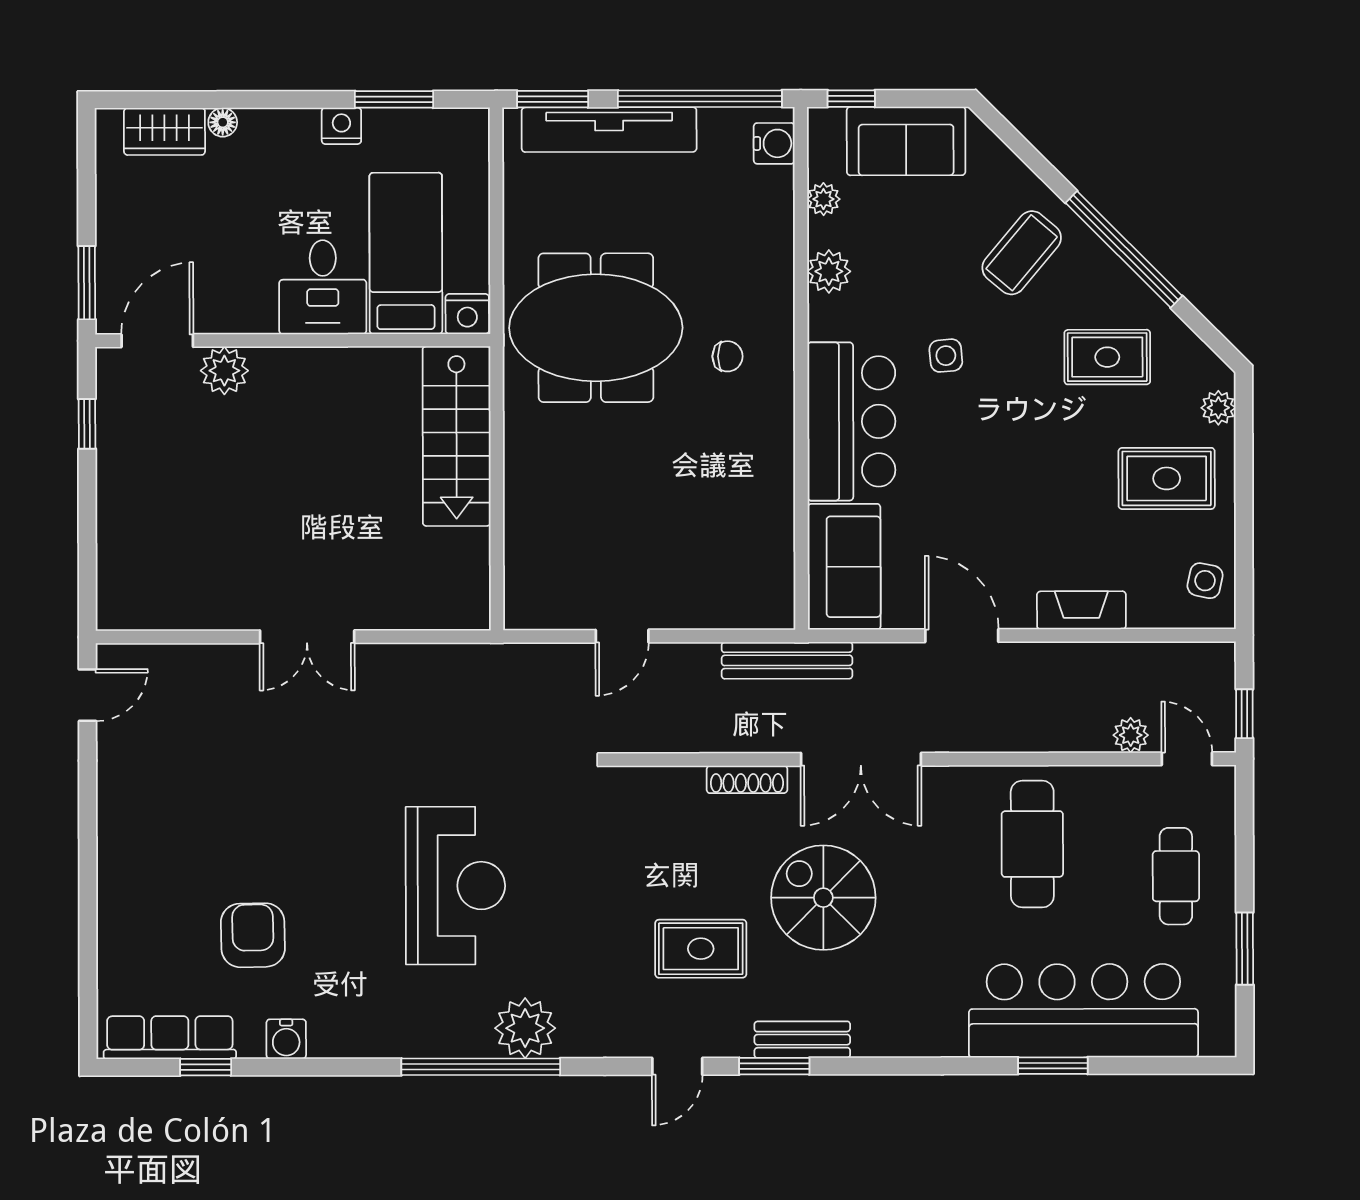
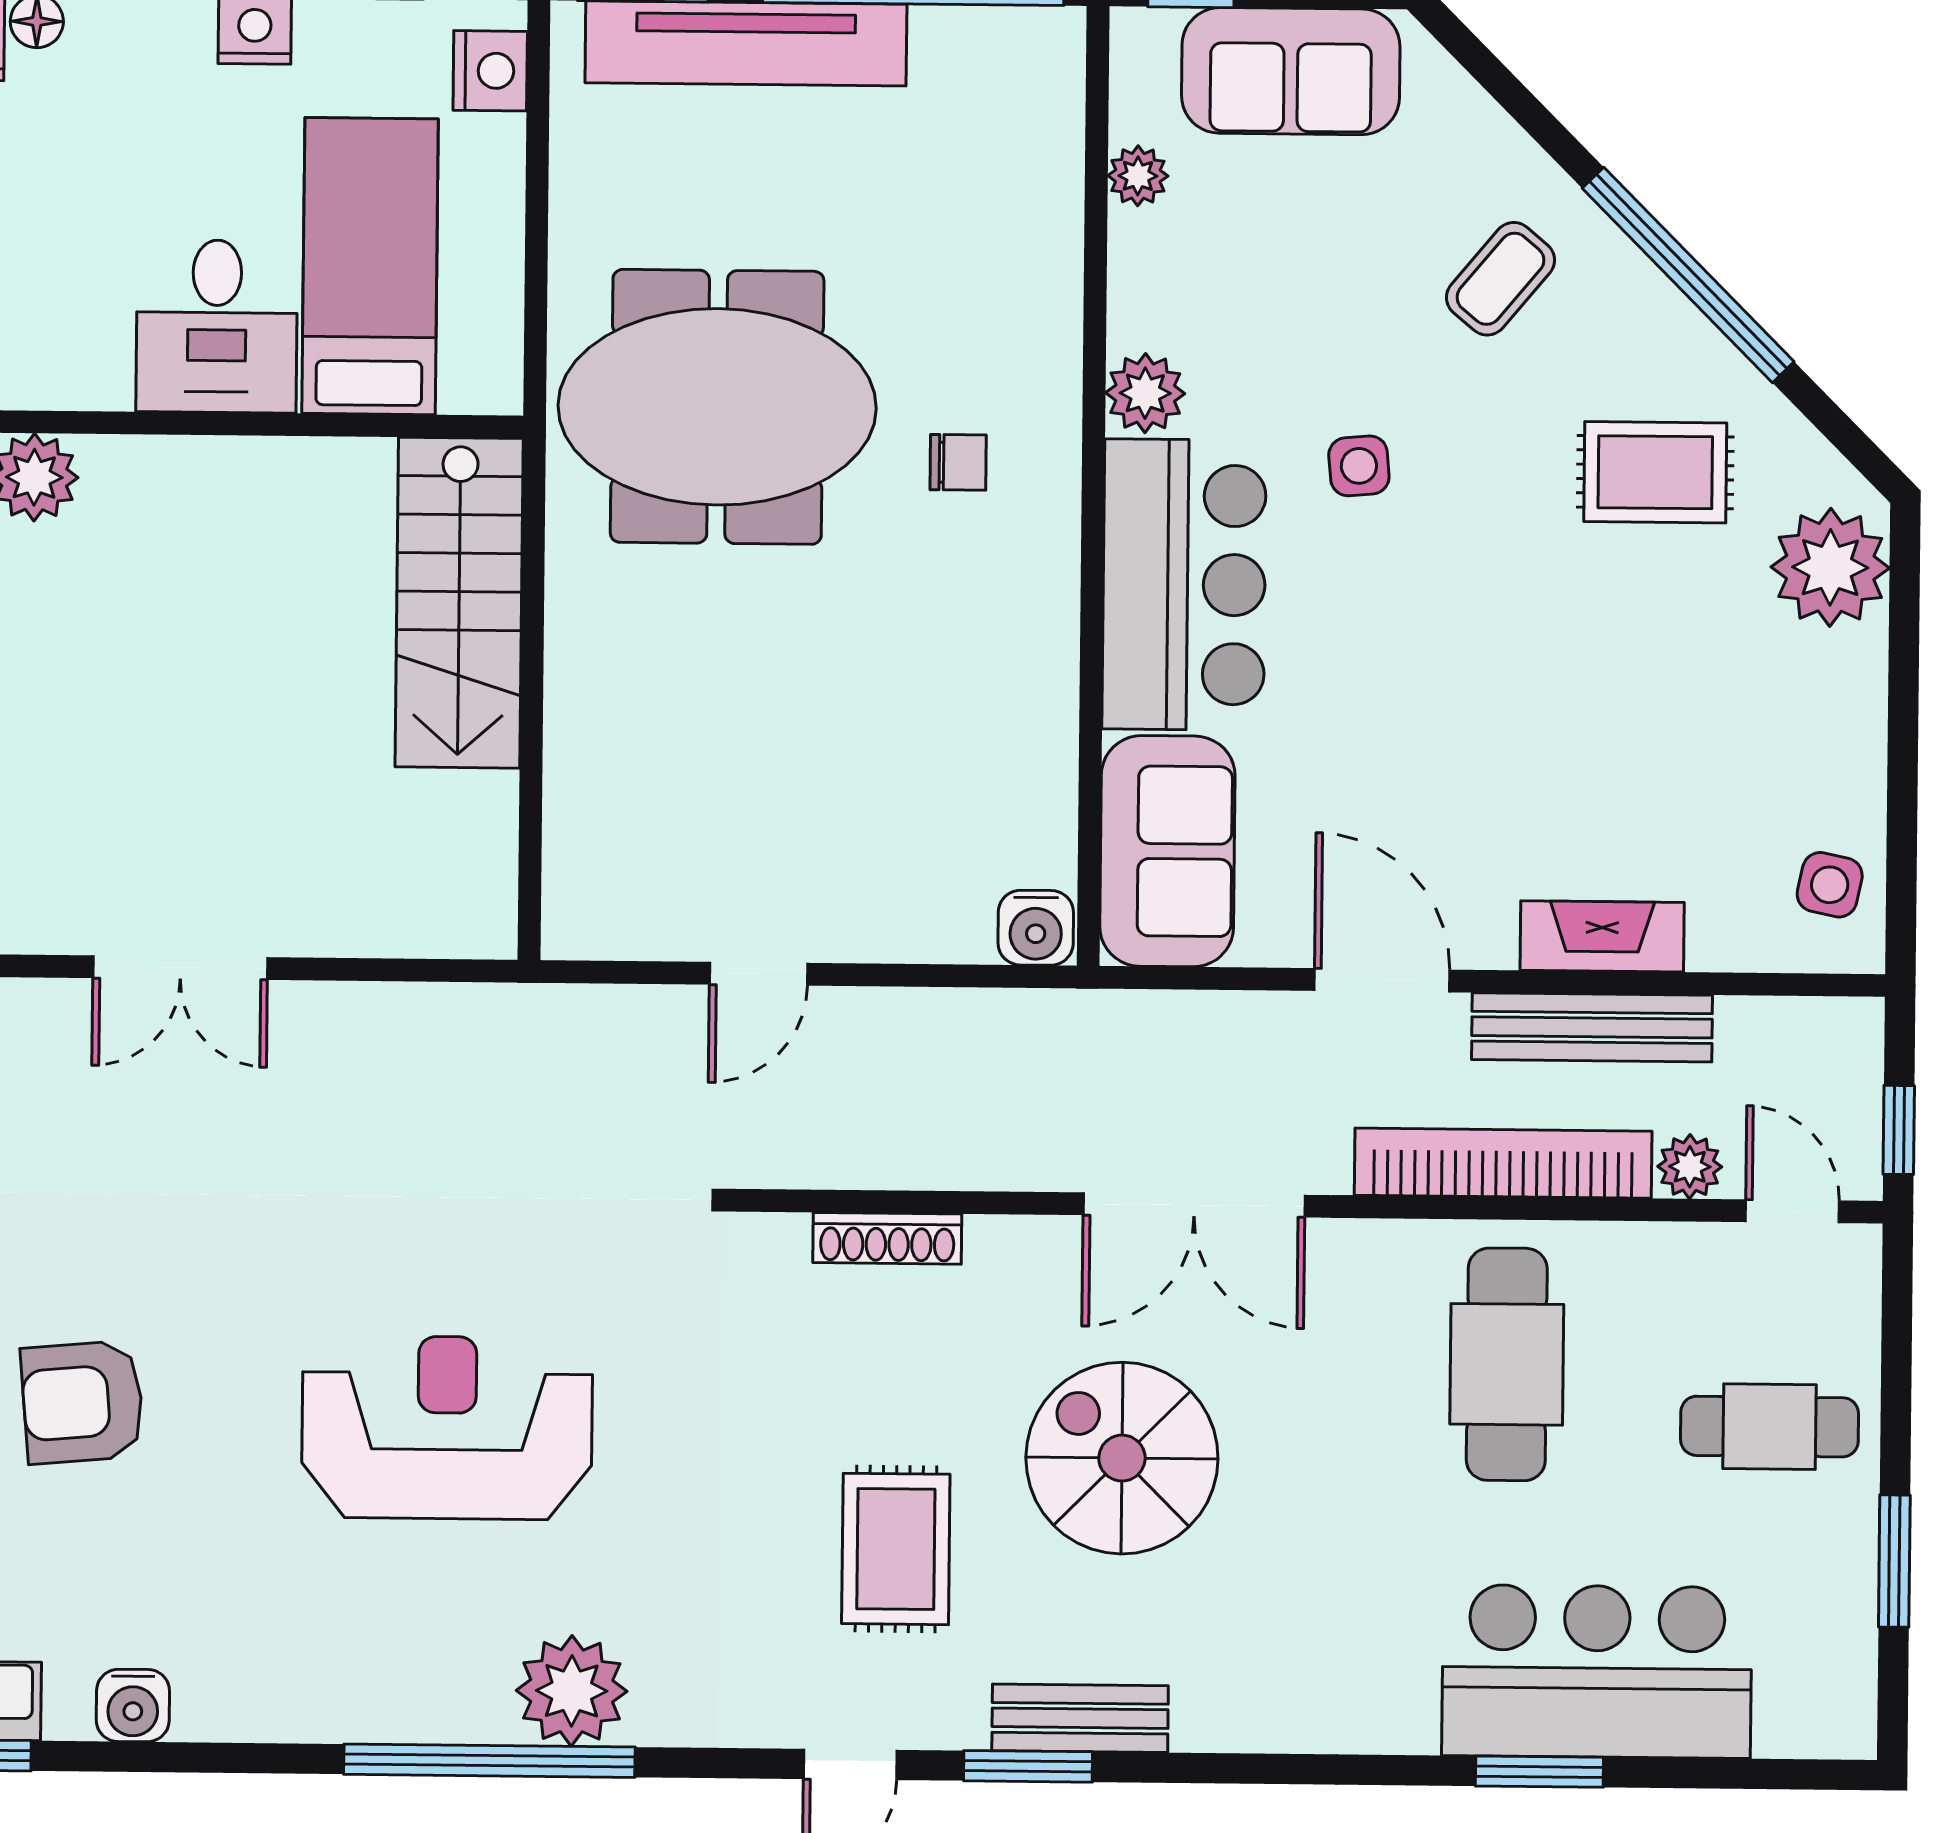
water cooler: (774, 143) -> (1036, 928), moved, turned 90
coffee table: (1022, 253) -> (1500, 279), width x0.73, depth x0.77
plant: (829, 271) -> (1145, 393), moved
nightstand: (467, 314) -> (490, 71), moved, turned -90
plant: (1218, 408) -> (1830, 567), width x1.87, depth x1.87
rug: (1167, 478) -> (1761, 696), removed
bench: (787, 660) -> (1592, 1027), moved
bookcase: (1029, 734) -> (1503, 1163), added
shoe rack: (747, 779) -> (887, 1238), moved
cafe table: (1176, 876) -> (1770, 1427), turned 90
reception desk: (455, 886) -> (447, 1428), turned -90
armchair: (253, 935) -> (82, 1402), moved, turned -94
rug: (701, 949) -> (896, 1549), turned 90
bar counter: (1083, 1011) -> (1597, 1671), width x0.73

